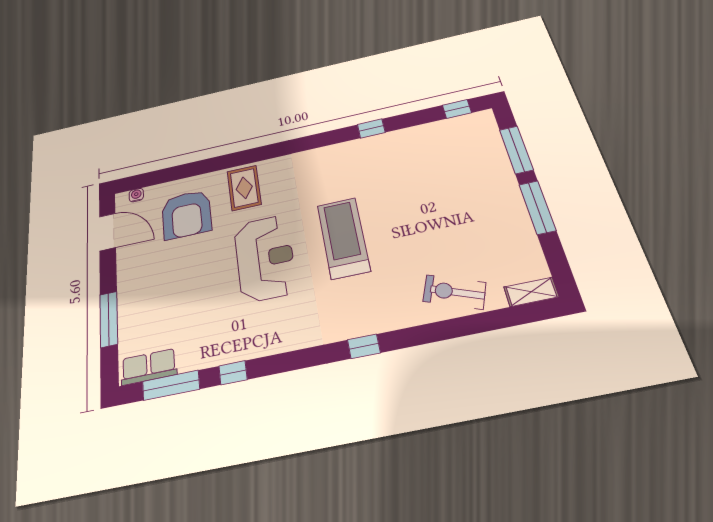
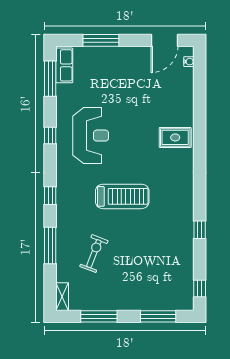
window: (537, 207) -> (99, 316), moved
armchair: (187, 214) -> (165, 96), removed
reception desk: (265, 258) -> (91, 136), moved, turned -90
exercise bike: (454, 292) -> (94, 254), moved
window: (449, 329) -> (50, 246), added
window: (233, 373) -> (50, 135), moved

